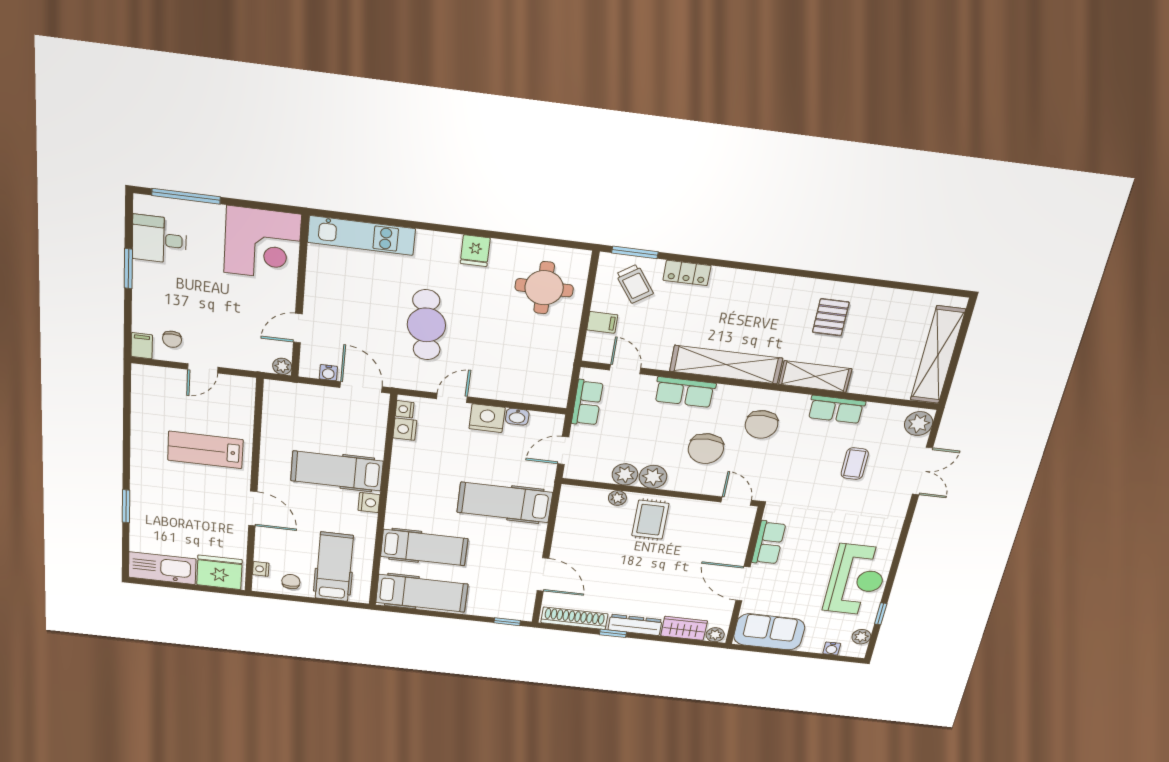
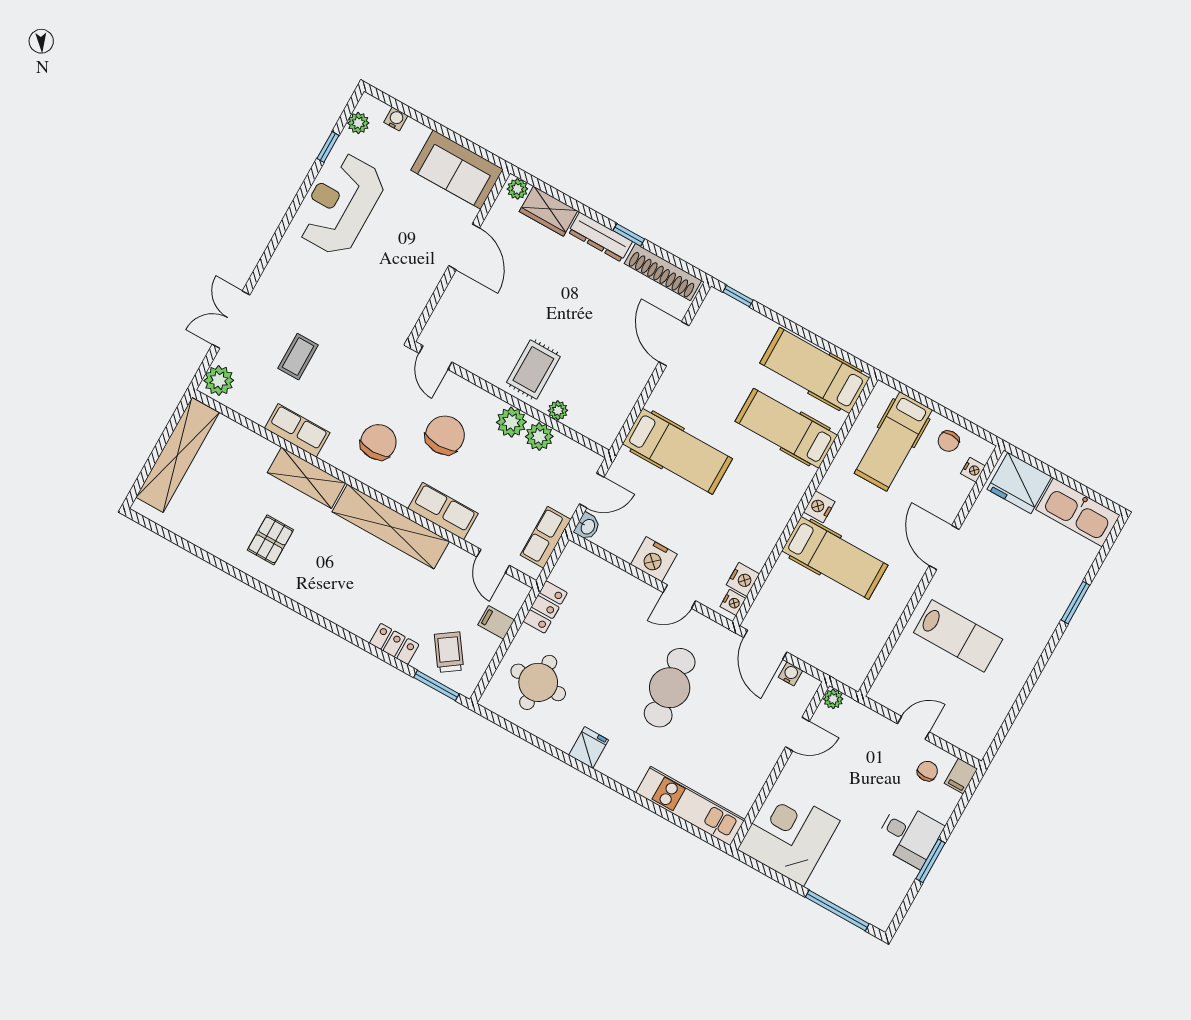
desk: (159, 239) -> (909, 835), moved
locker: (564, 350) -> (545, 607), added
washbasin: (517, 417) -> (587, 526), moved, turned 90
row of seats: (769, 543) -> (419, 290), removed

